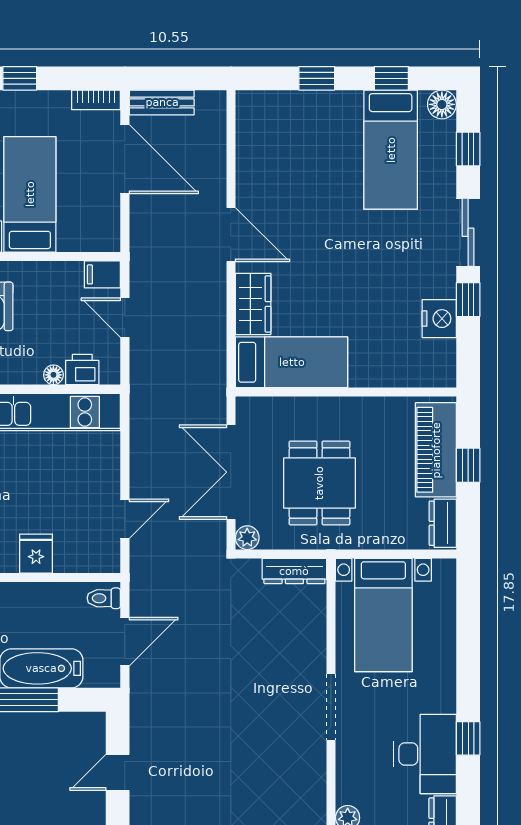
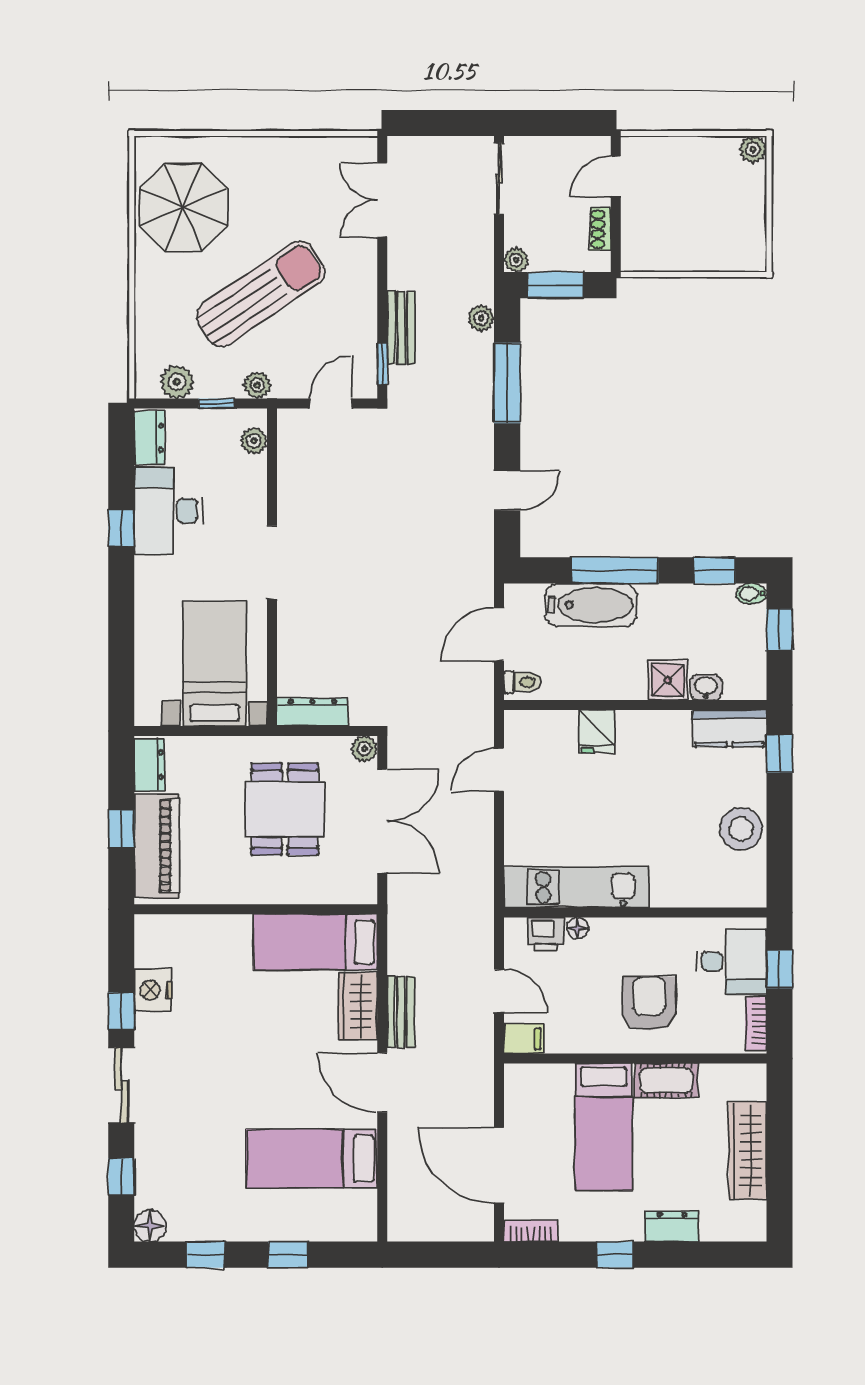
bench: (162, 102) -> (401, 1012), moved, turned 90
bed: (391, 150) -> (312, 1159), moved, turned -90

